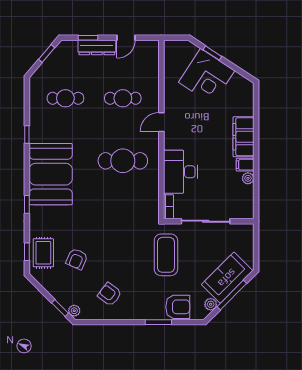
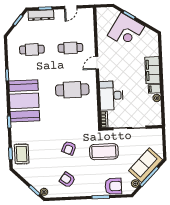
dresser: (97, 47) -> (41, 15), moved
coffee table: (166, 255) -> (104, 152), turned 90
armchair: (77, 259) -> (69, 148), moved

